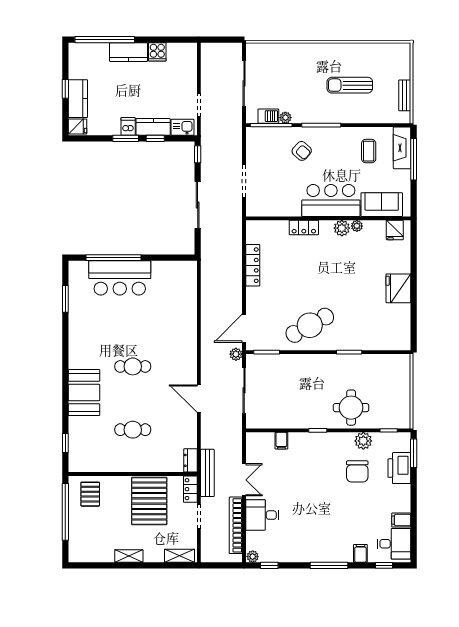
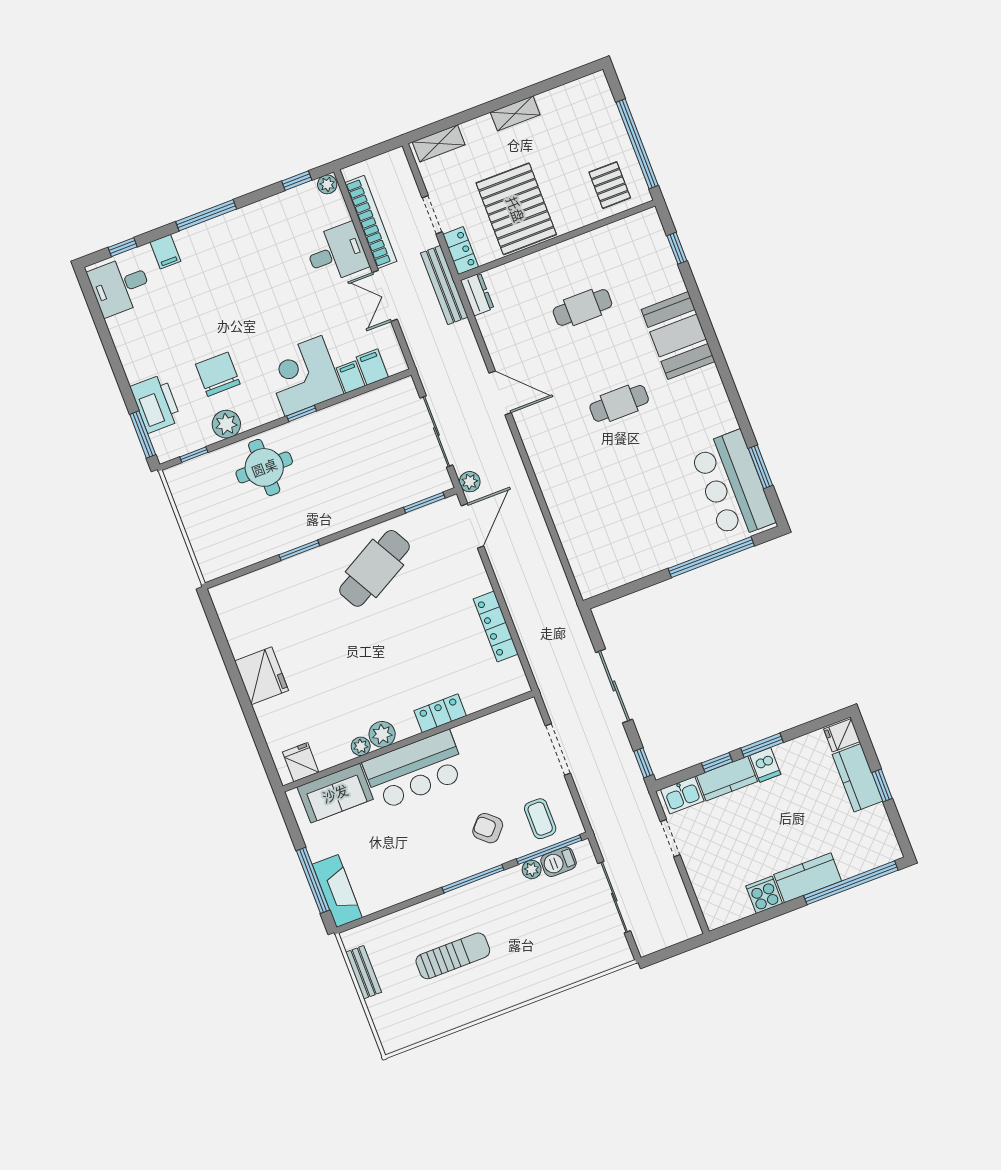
coffee table: (369, 151) -> (540, 819), moved
bar counter: (120, 278) -> (732, 485), moved, turned -90
corner desk: (308, 452) -> (303, 376), added
filing cabinet: (401, 520) -> (372, 367), moved, turned -90

